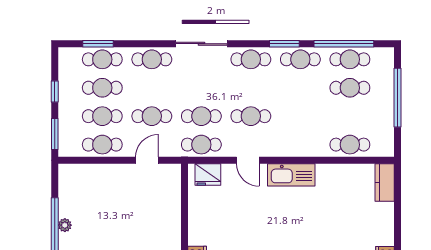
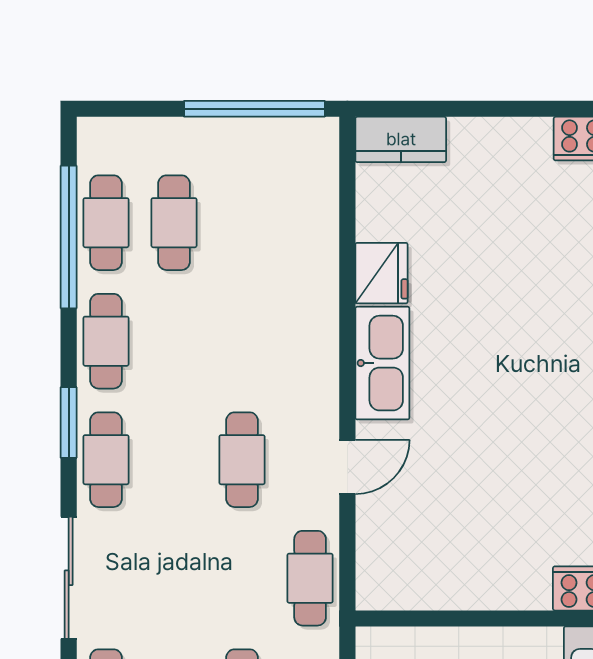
window: (284, 44) -> (69, 423), moved
window: (397, 98) -> (254, 109), moved
cafe table: (201, 116) -> (242, 578), removed
cafe table: (350, 145) -> (310, 223), removed
fridge: (208, 174) -> (381, 273), moved

